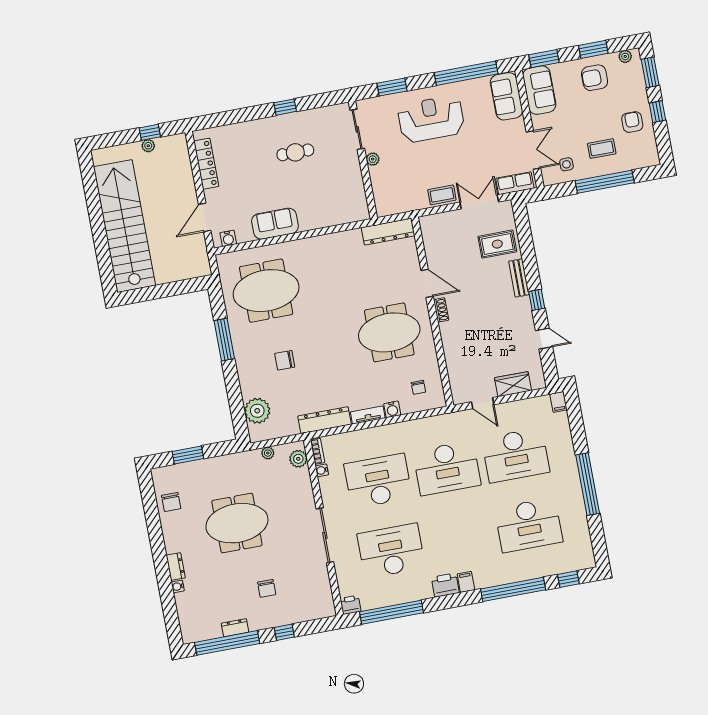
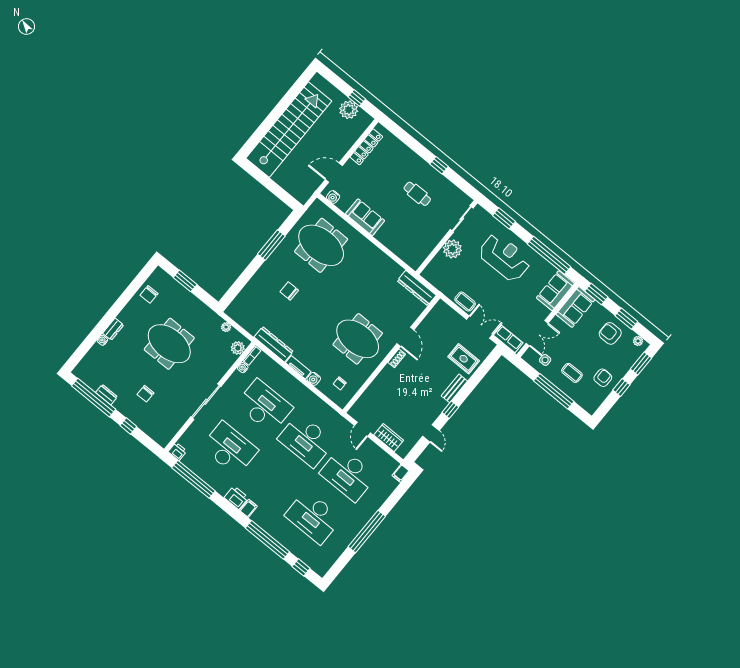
plant: (148, 146) -> (349, 110), width x1.87, depth x1.87
plant: (373, 159) -> (452, 249), width x1.88, depth x1.88
plant: (257, 411) -> (246, 300), removed

